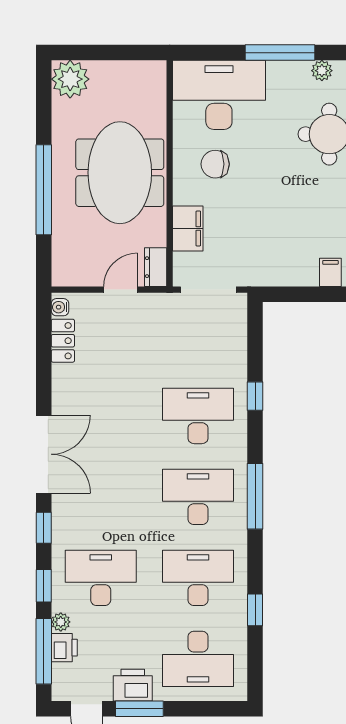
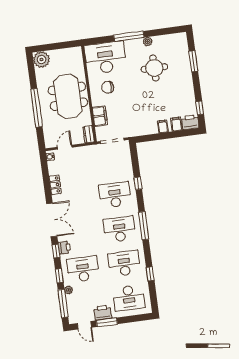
door: (121, 290) -> (65, 147), moved
locker: (63, 341) -> (55, 185), moved
printer: (64, 648) -> (64, 248), moved

